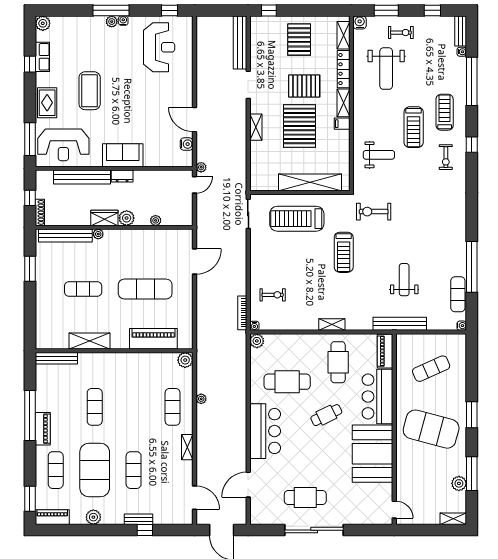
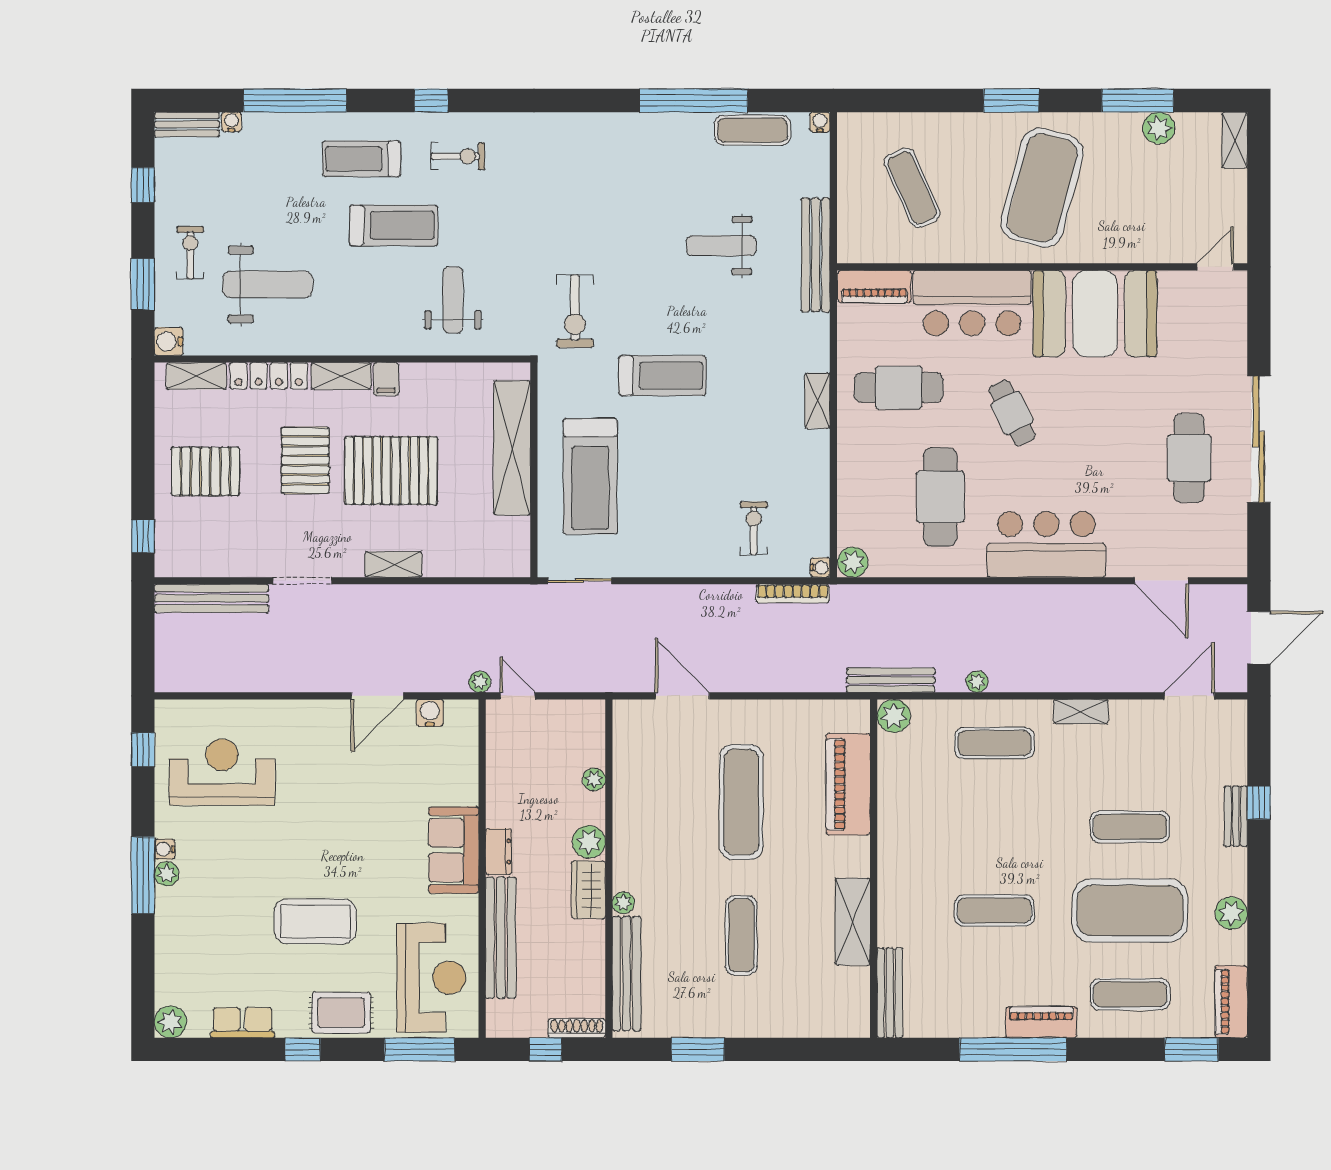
window: (30, 64) -> (303, 1049), moved
bench: (202, 359) -> (891, 680), added

